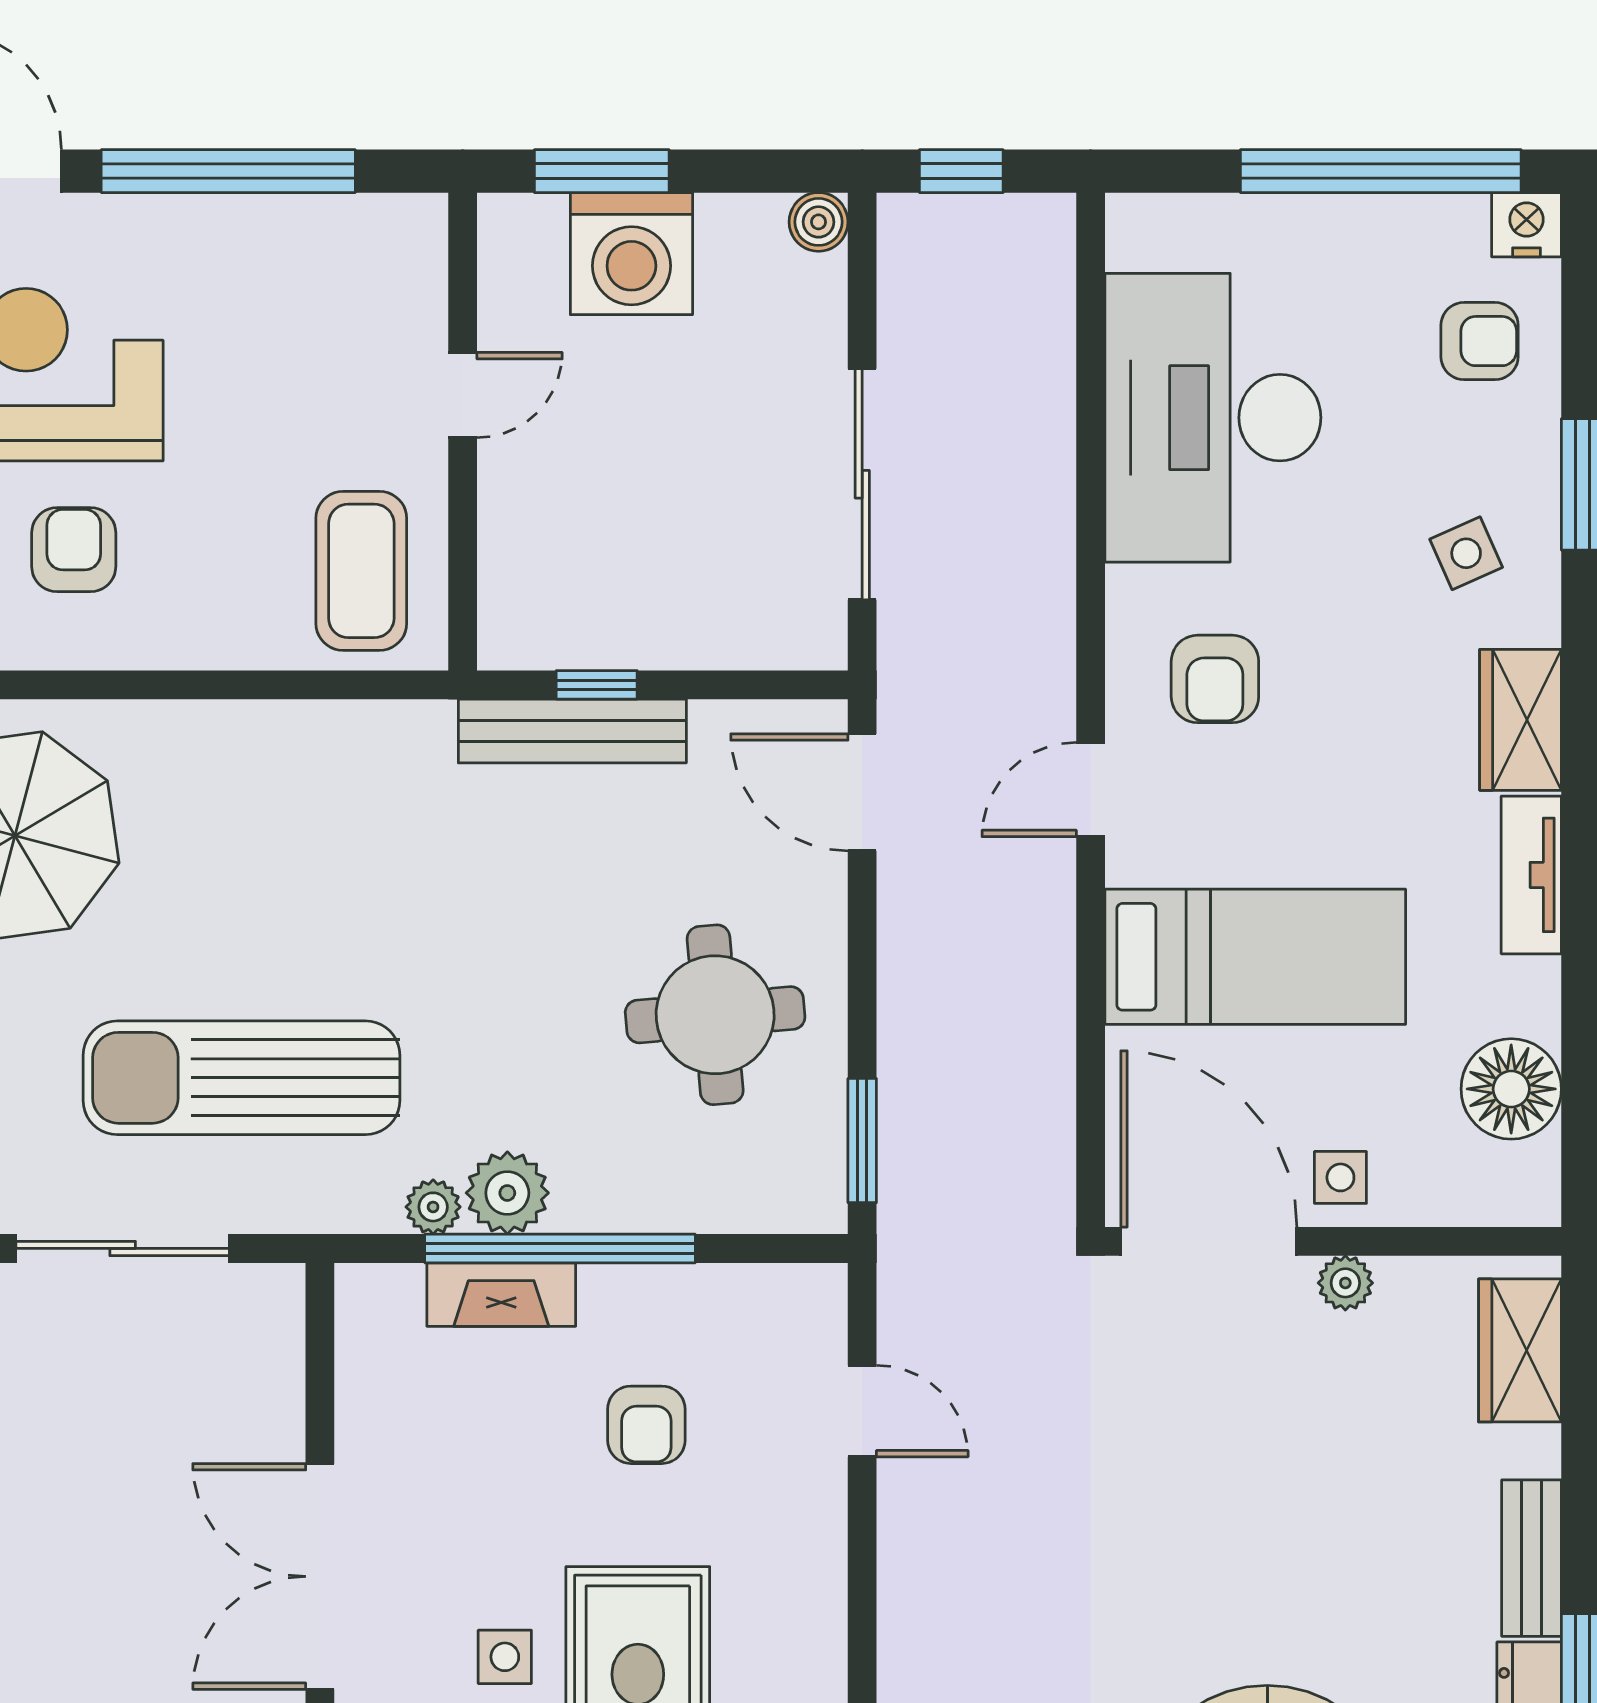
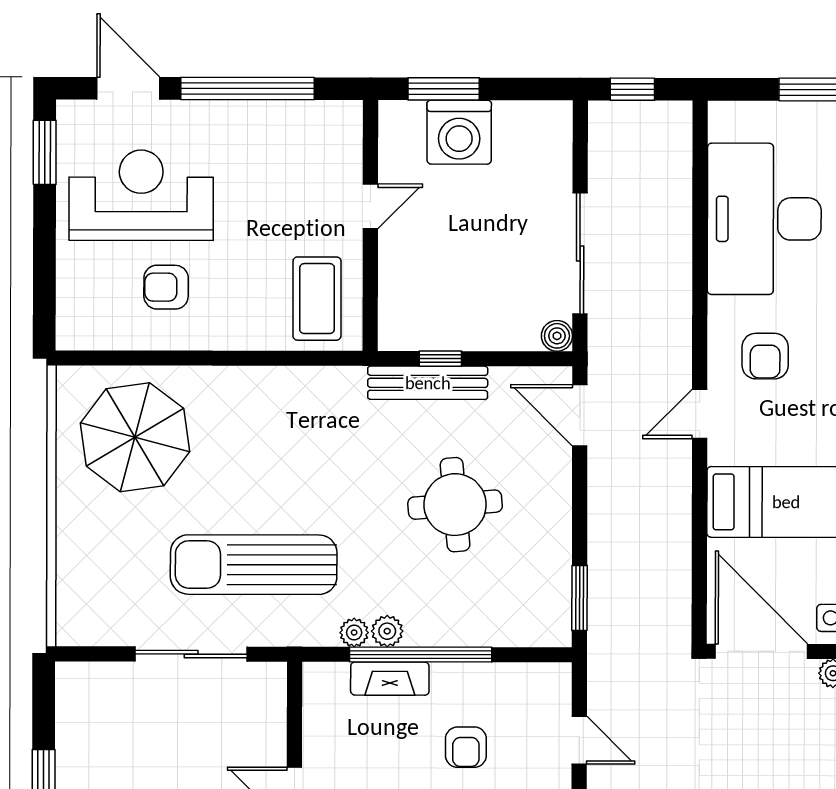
boiler: (819, 222) -> (557, 336), moved
armchair: (74, 550) -> (166, 287), turned -90
round table: (715, 1015) -> (455, 505), moved
plant: (507, 1193) -> (387, 631), width x0.73, depth x0.73

